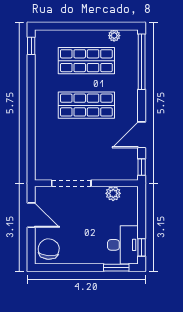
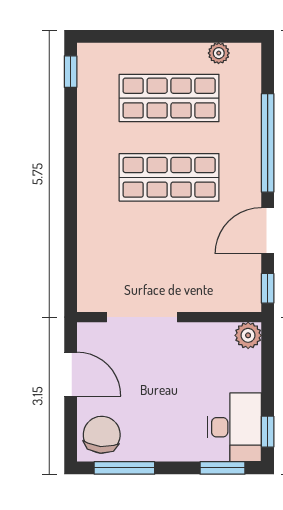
window: (142, 62) -> (268, 143), moved
plant: (113, 193) -> (248, 335), moved
window: (61, 268) -> (124, 468), added

